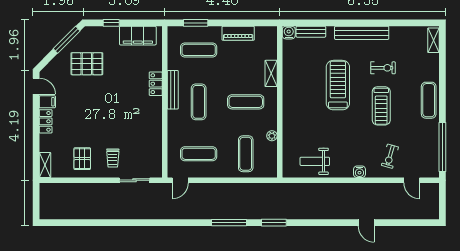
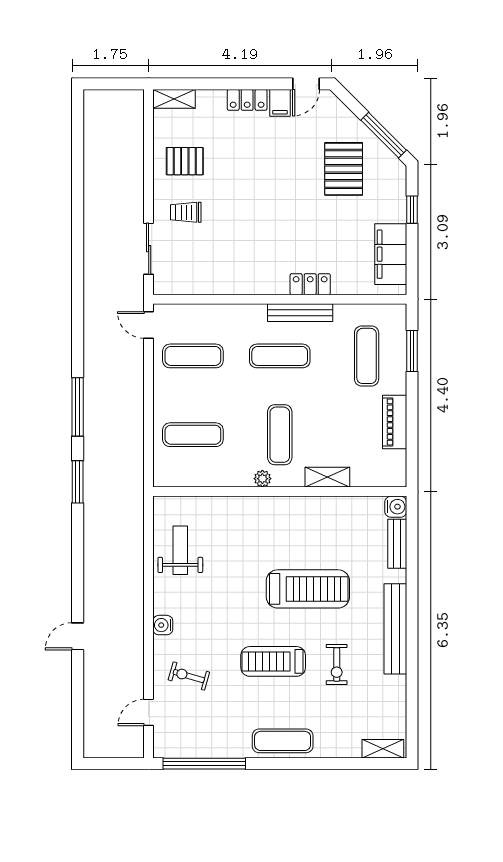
plant: (272, 136) -> (262, 479), moved
exercise mat: (199, 154) -> (193, 356), turned 90

